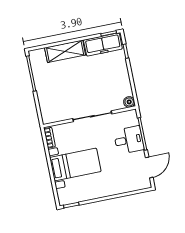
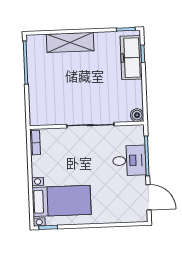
freezer: (103, 44) -> (131, 58), moved, turned 90
bed with nightstands: (75, 164) -> (62, 201), moved
door: (149, 167) -> (148, 197), hinge flipped

